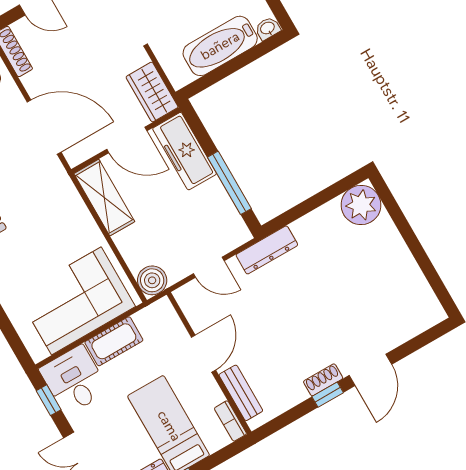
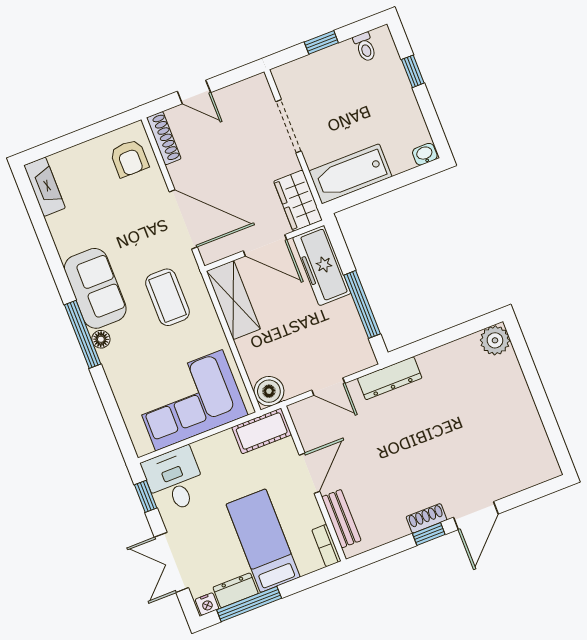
bathtub: (220, 46) -> (350, 174), moved
coffee table: (40, 205) -> (167, 297), added
plant: (361, 205) -> (495, 340), width x0.73, depth x0.73
cot: (114, 341) -> (262, 431), moved

